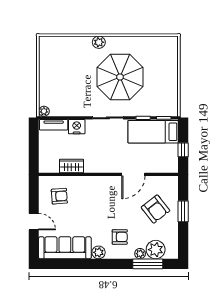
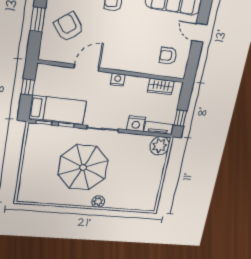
plant: (44, 111) -> (160, 146), width x1.88, depth x1.88
window: (34, 137) -> (180, 118), added
wardrobe: (71, 166) -> (161, 86), moved
nightstand: (103, 167) -> (118, 80), added

